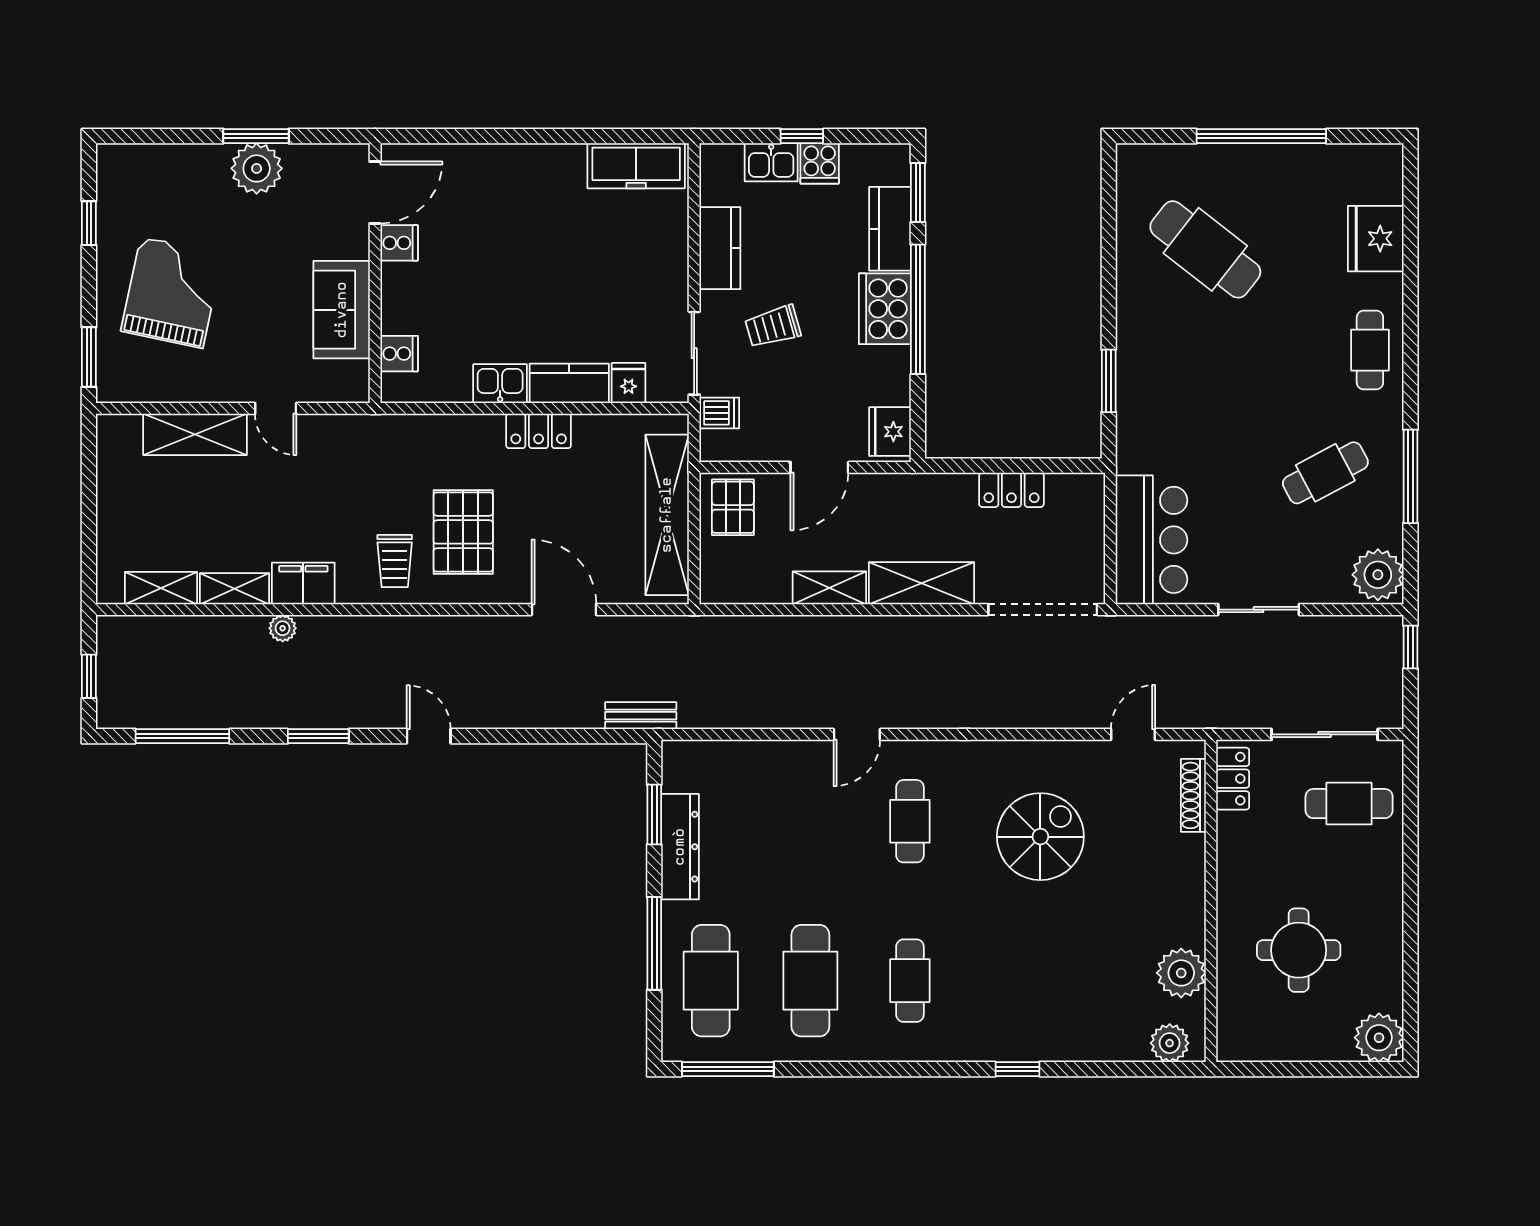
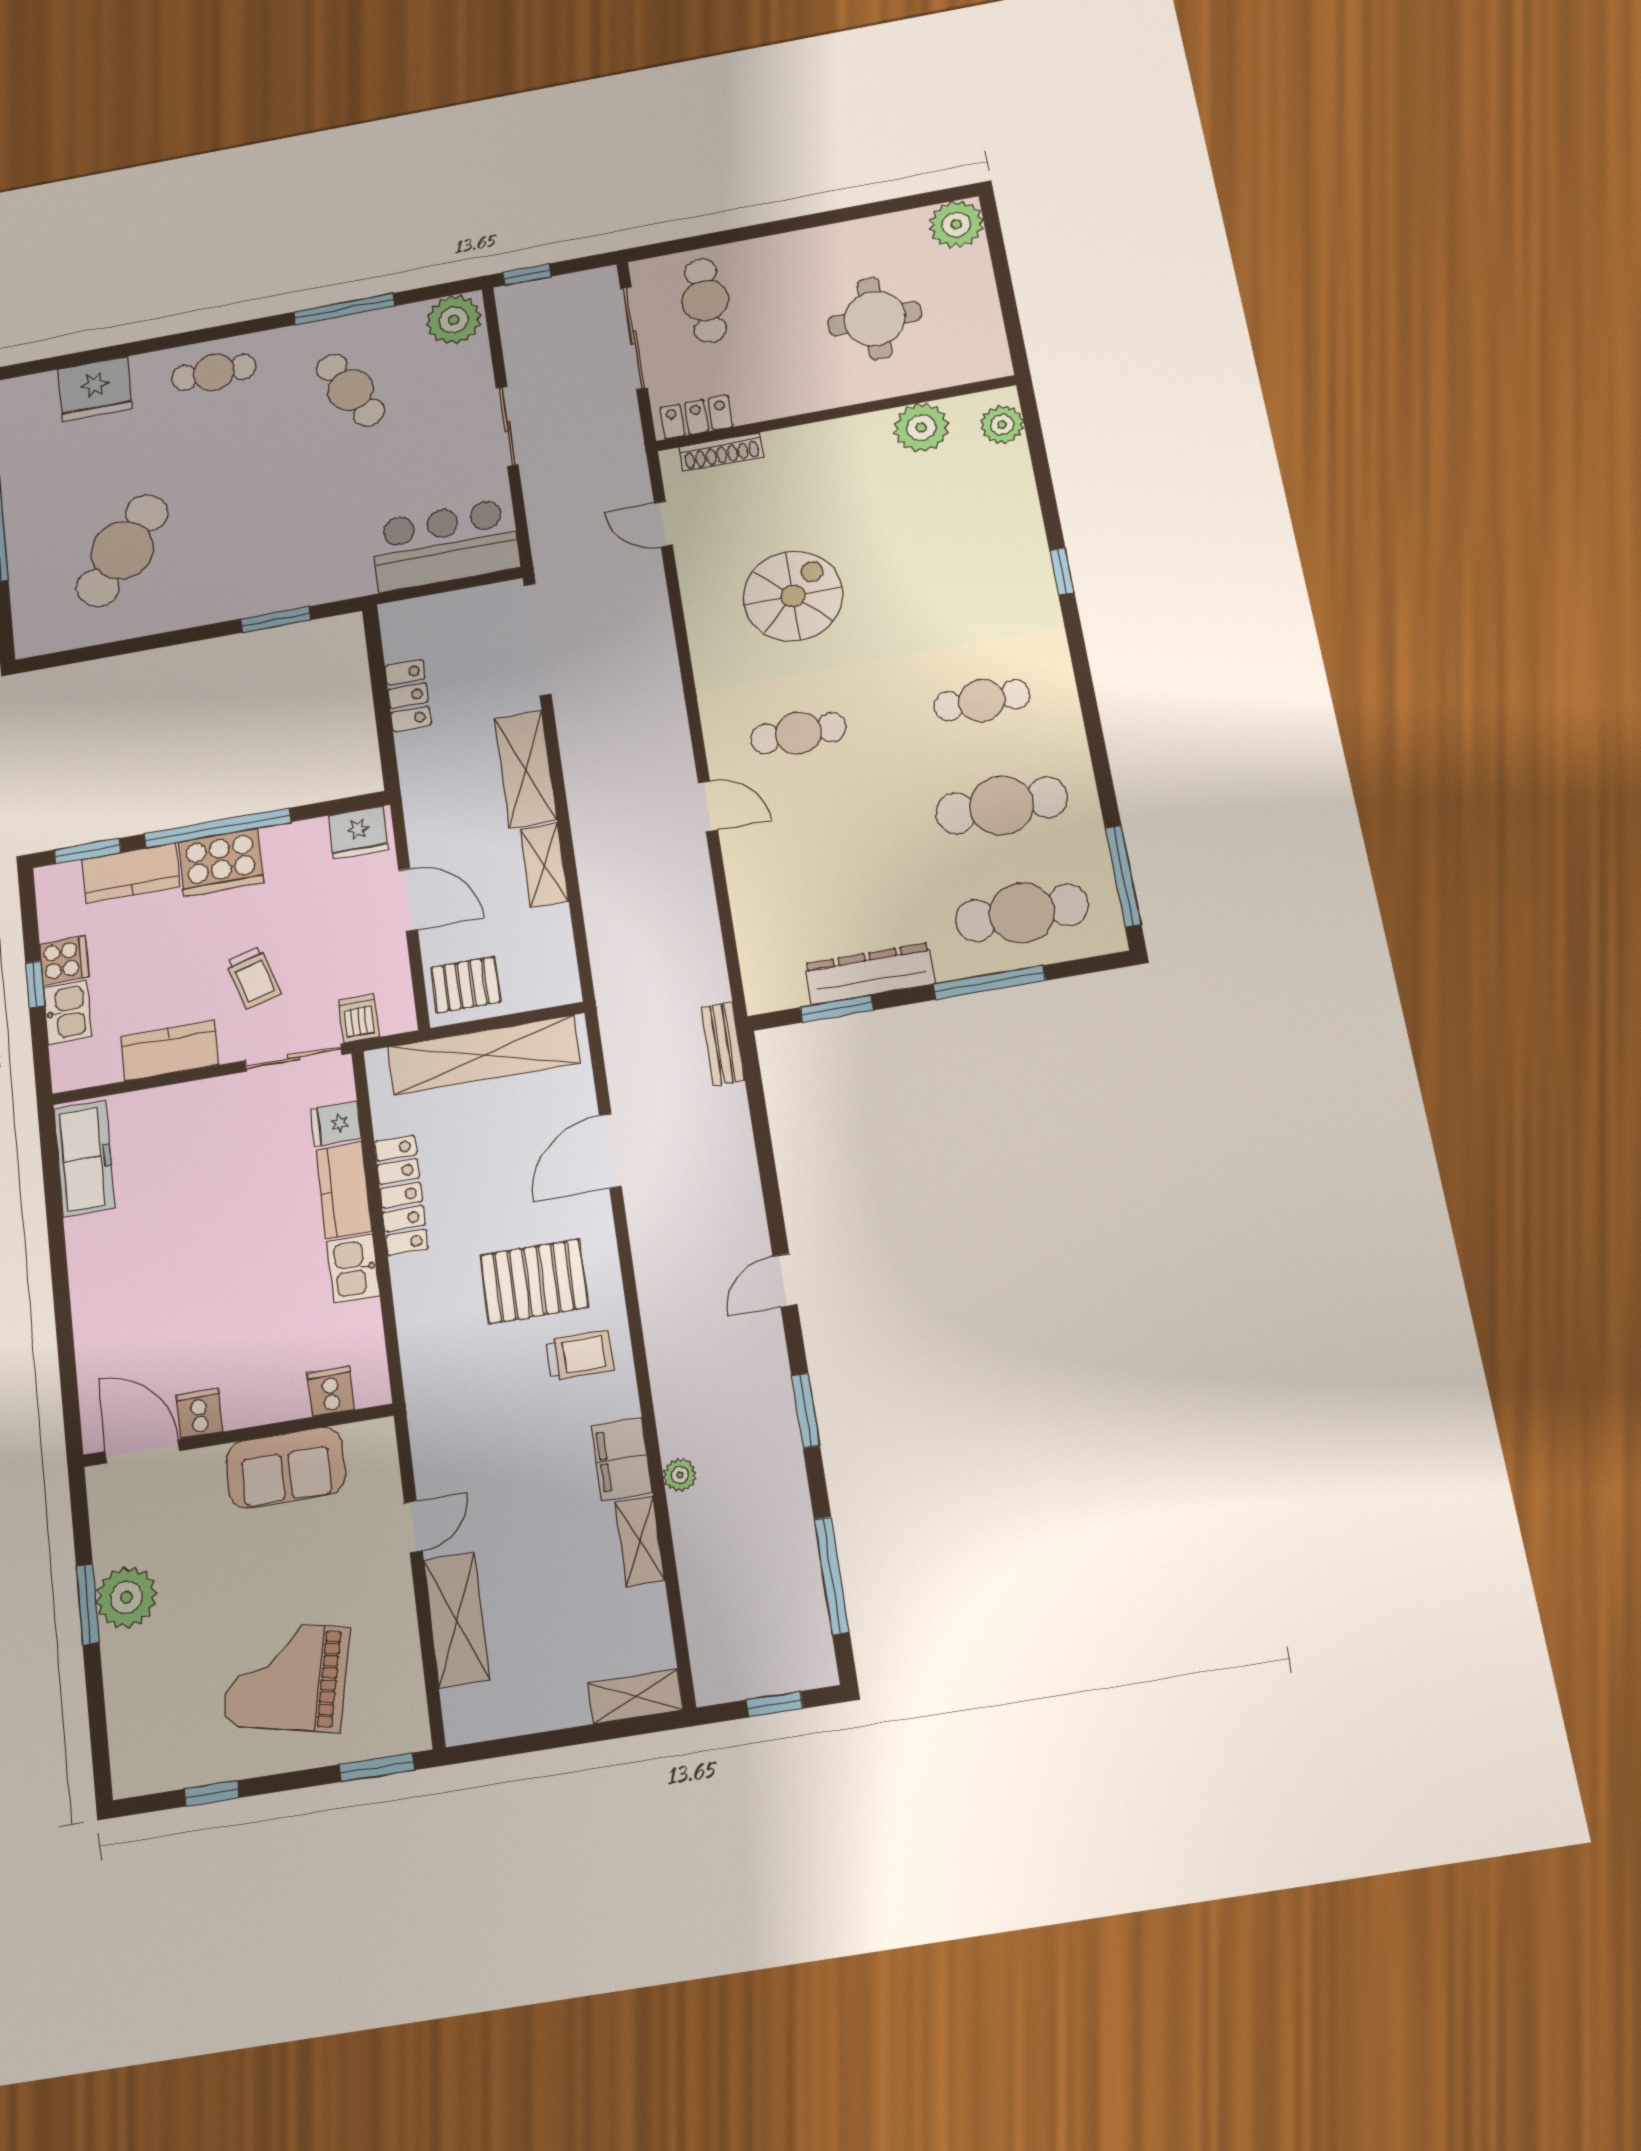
locker: (539, 431) -> (401, 1195), width x1.53
shelving: (161, 588) -> (635, 1696), moved, turned 90
spiral stairs: (1040, 837) -> (793, 596), turned 90

